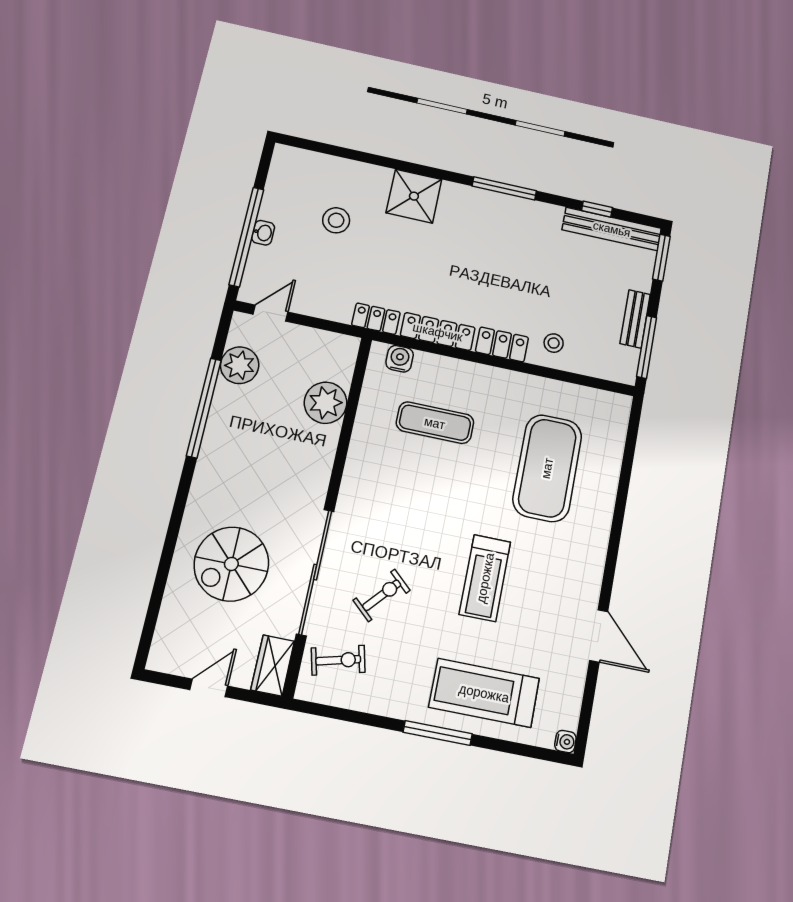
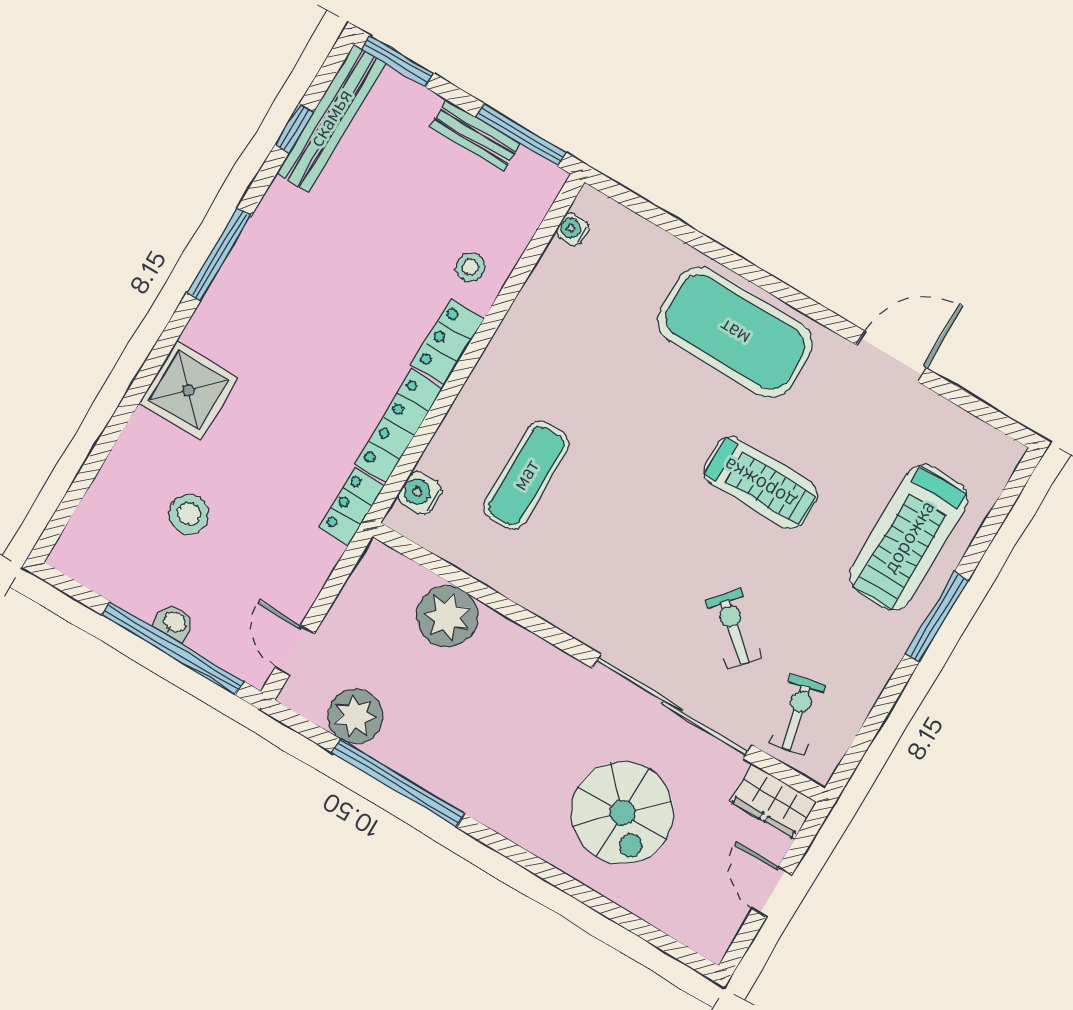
exercise mat: (547, 468) -> (735, 332), moved
water cooler: (565, 742) -> (572, 229), moved, turned -90

